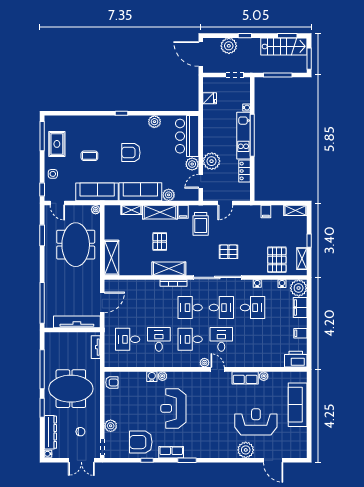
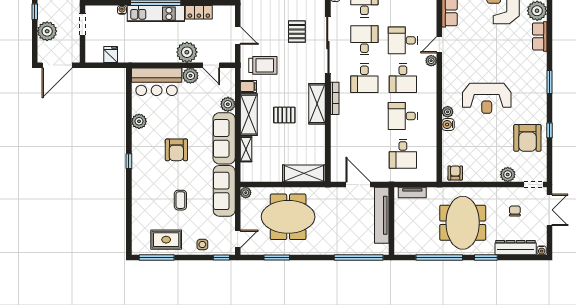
row of seats: (171, 452) -> (540, 36), moved

